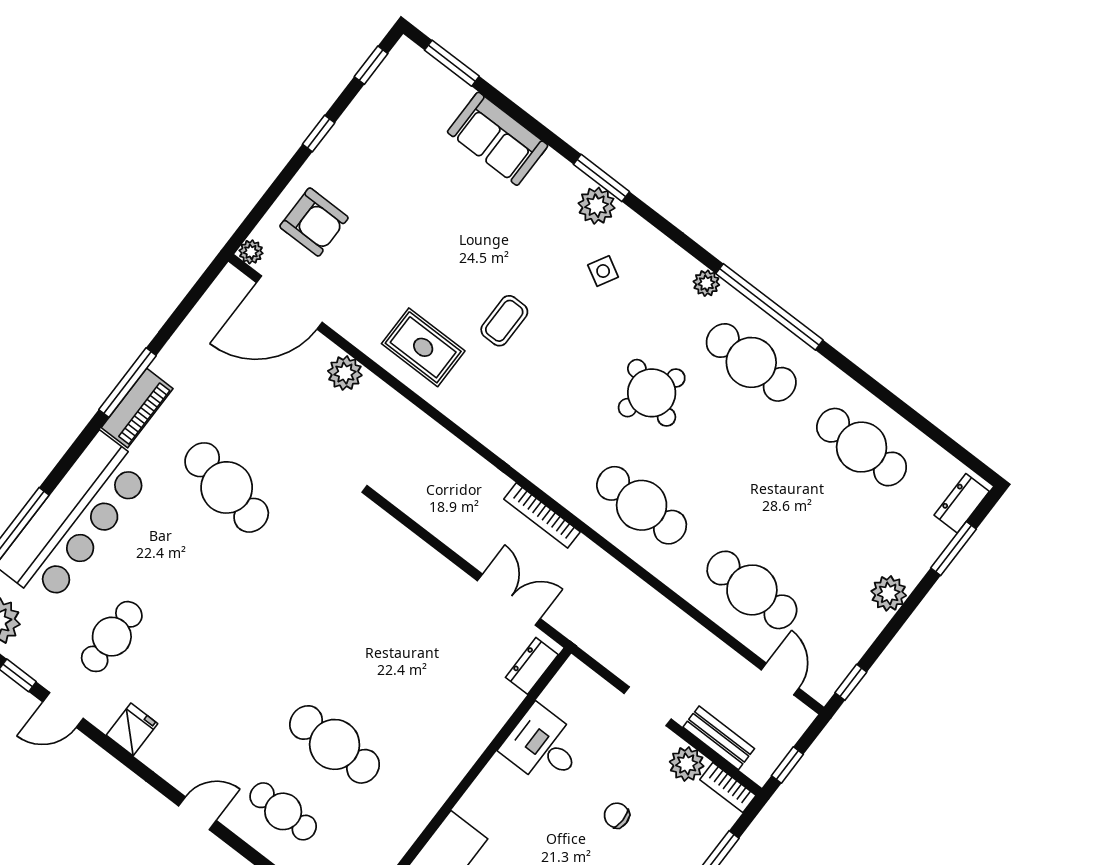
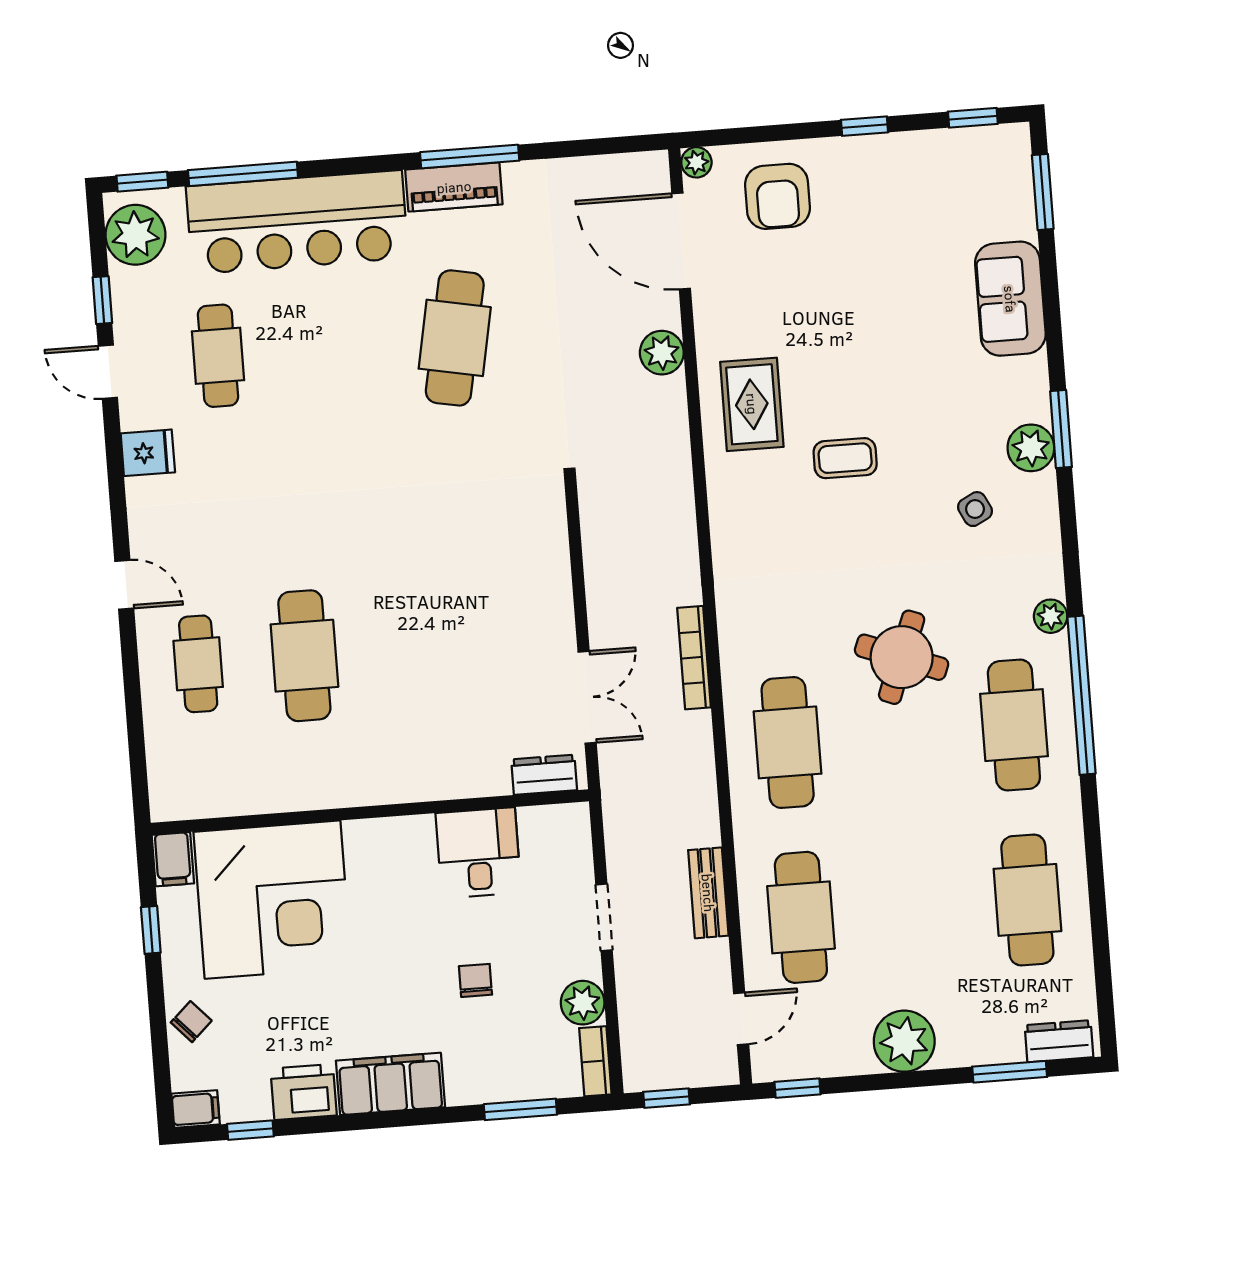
side table: (603, 271) -> (975, 509), turned 34
plant: (889, 593) -> (904, 1041), width x1.36, depth x1.36
cafe table: (112, 637) -> (218, 356), turned 90
bench: (719, 738) -> (708, 893), moved

